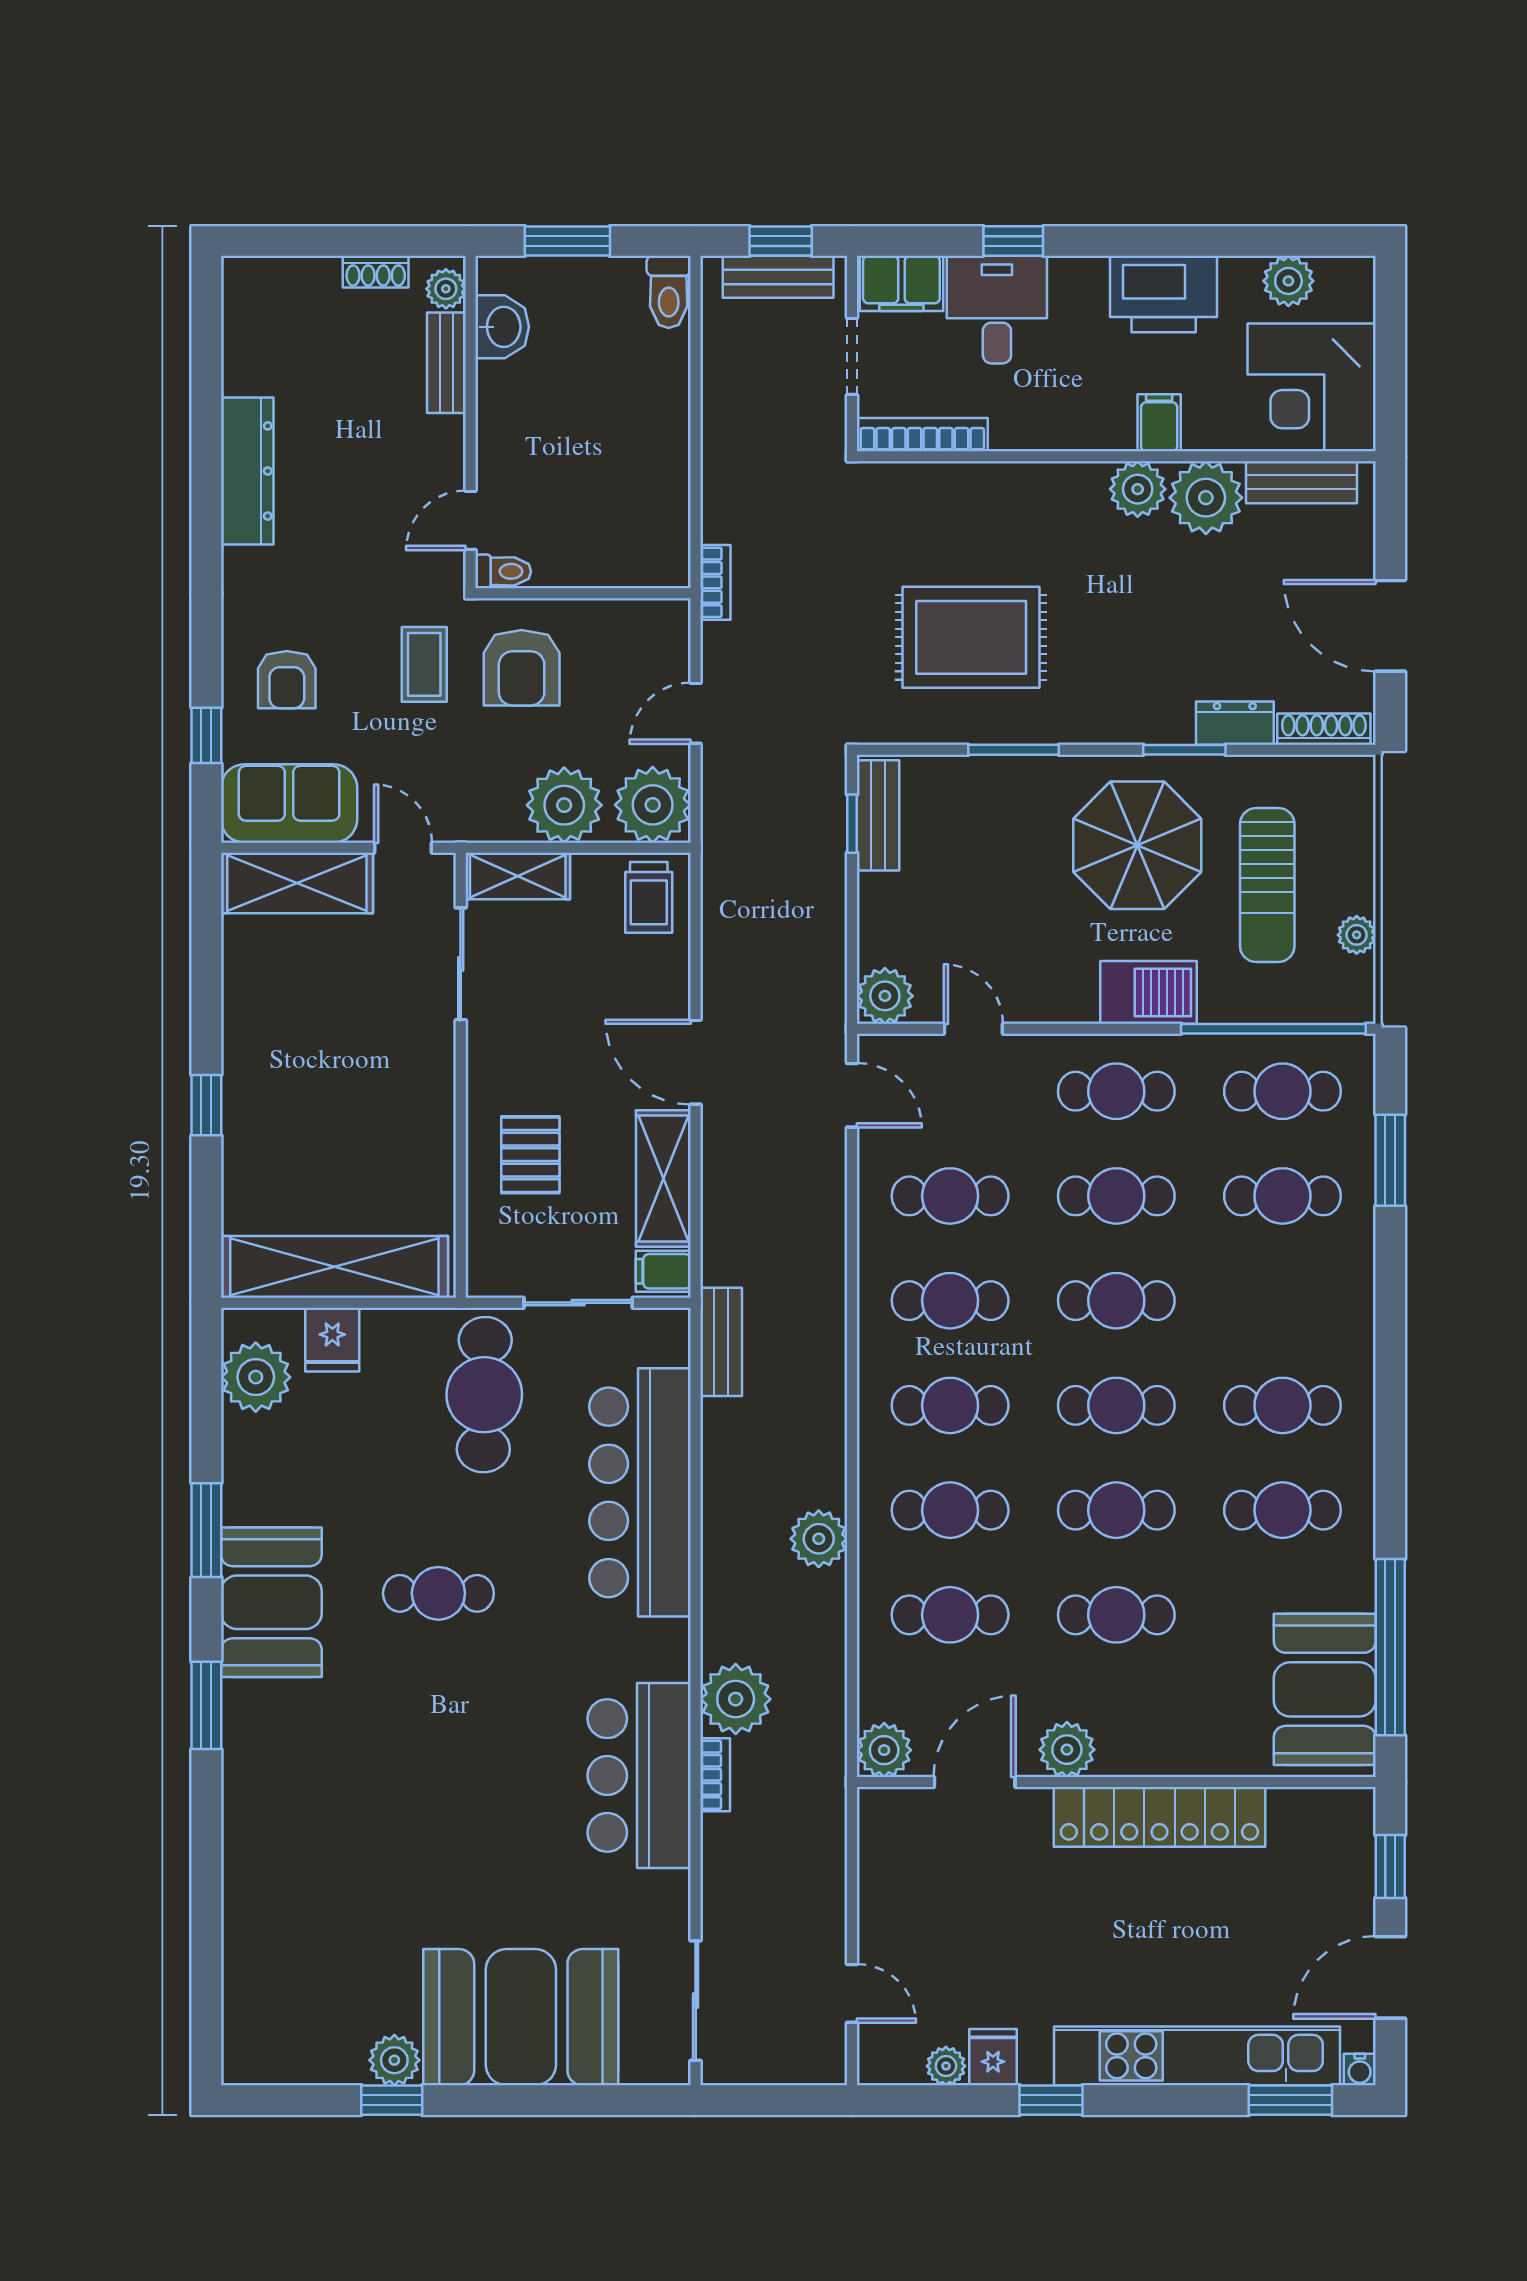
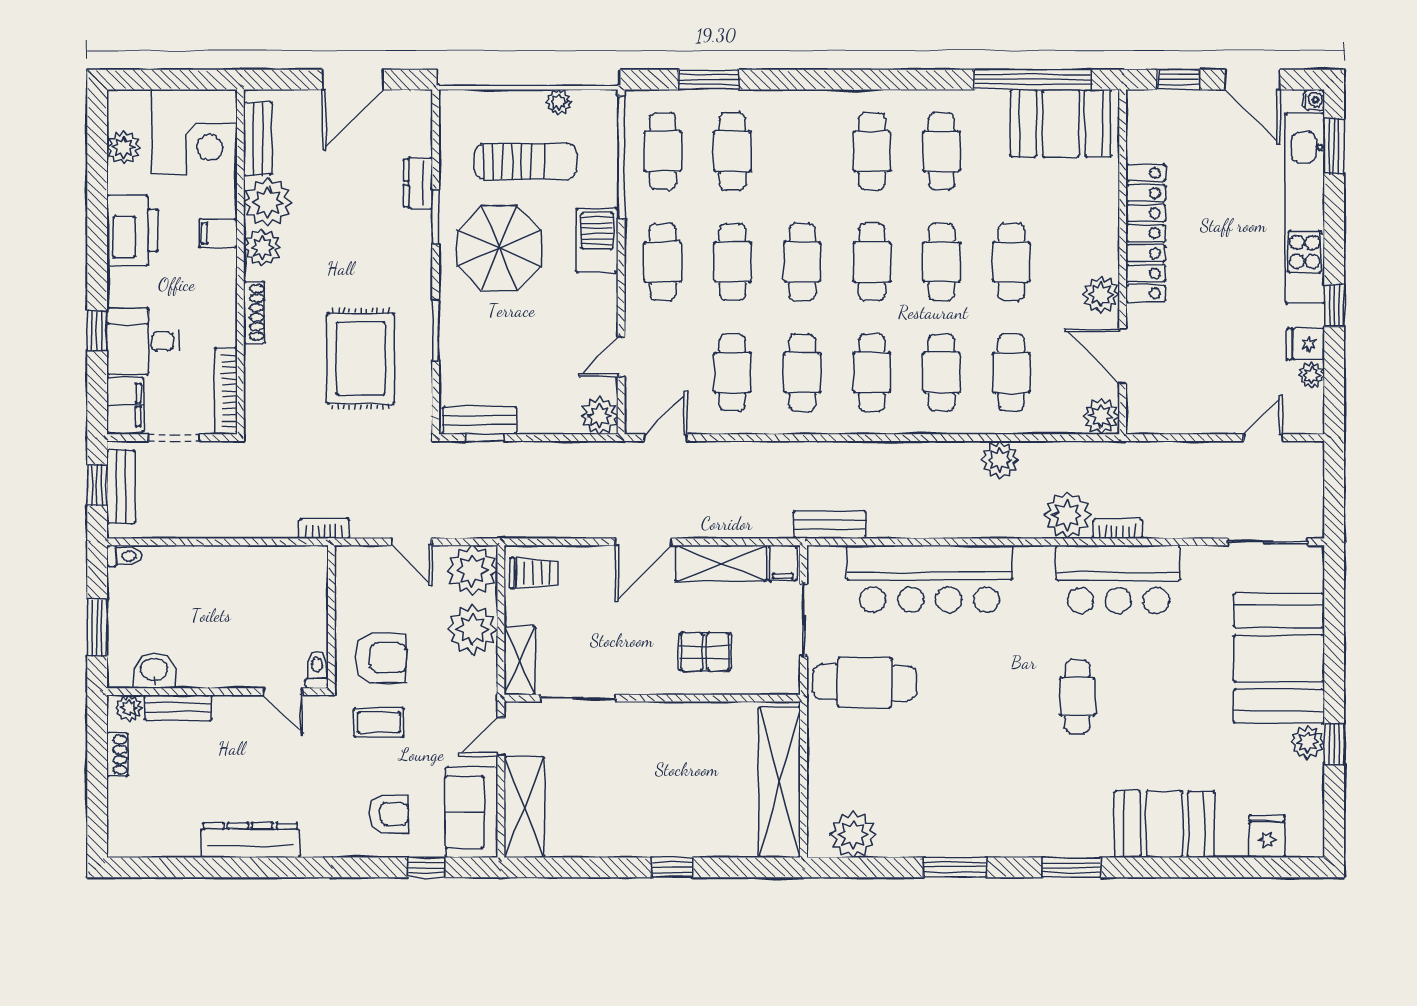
toilet: (669, 292) -> (124, 556), width x0.73, depth x0.72
shoe rack: (1324, 729) -> (254, 312), moved, turned 180
fridge: (332, 1340) -> (1267, 836), moved, turned -90
plant: (819, 1539) -> (1000, 460), moved
cafe table: (438, 1593) -> (1077, 697), moved
booth: (271, 1602) -> (1164, 824), moved

